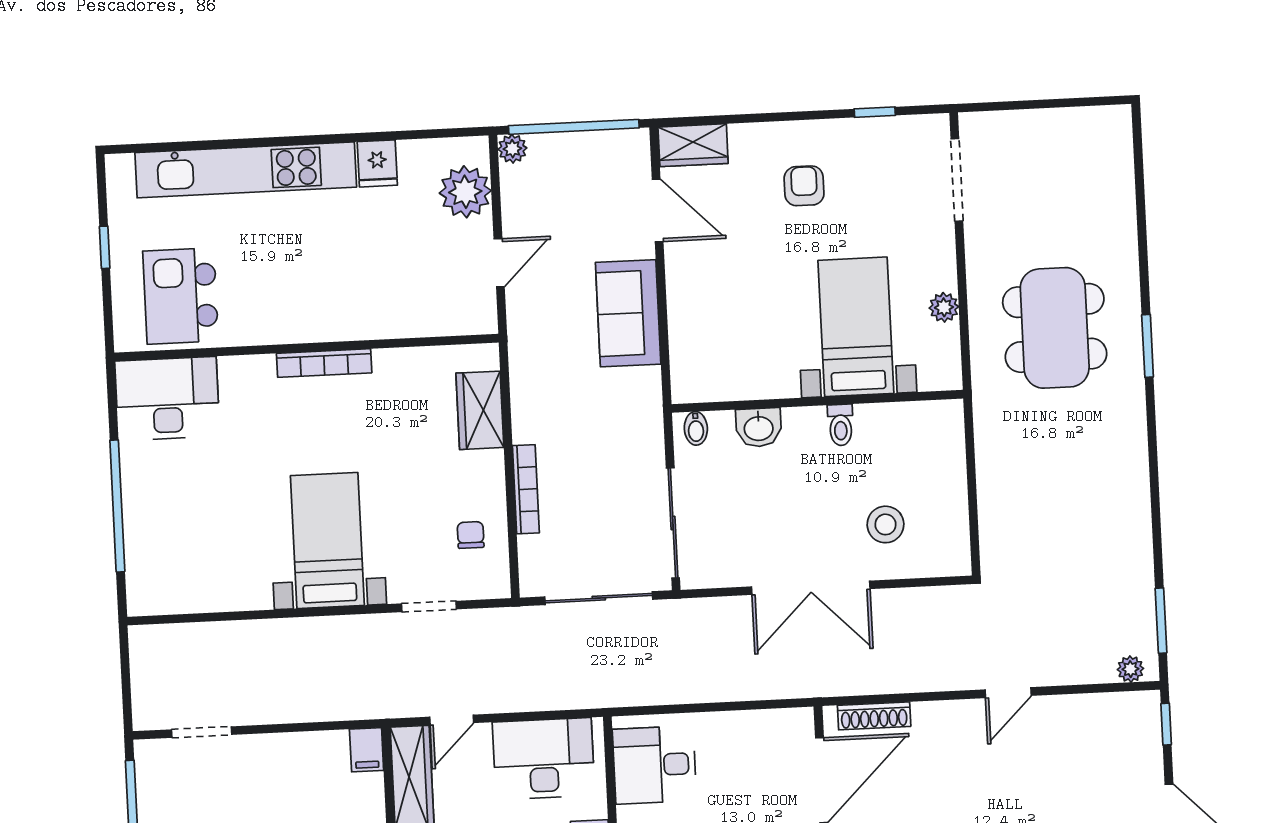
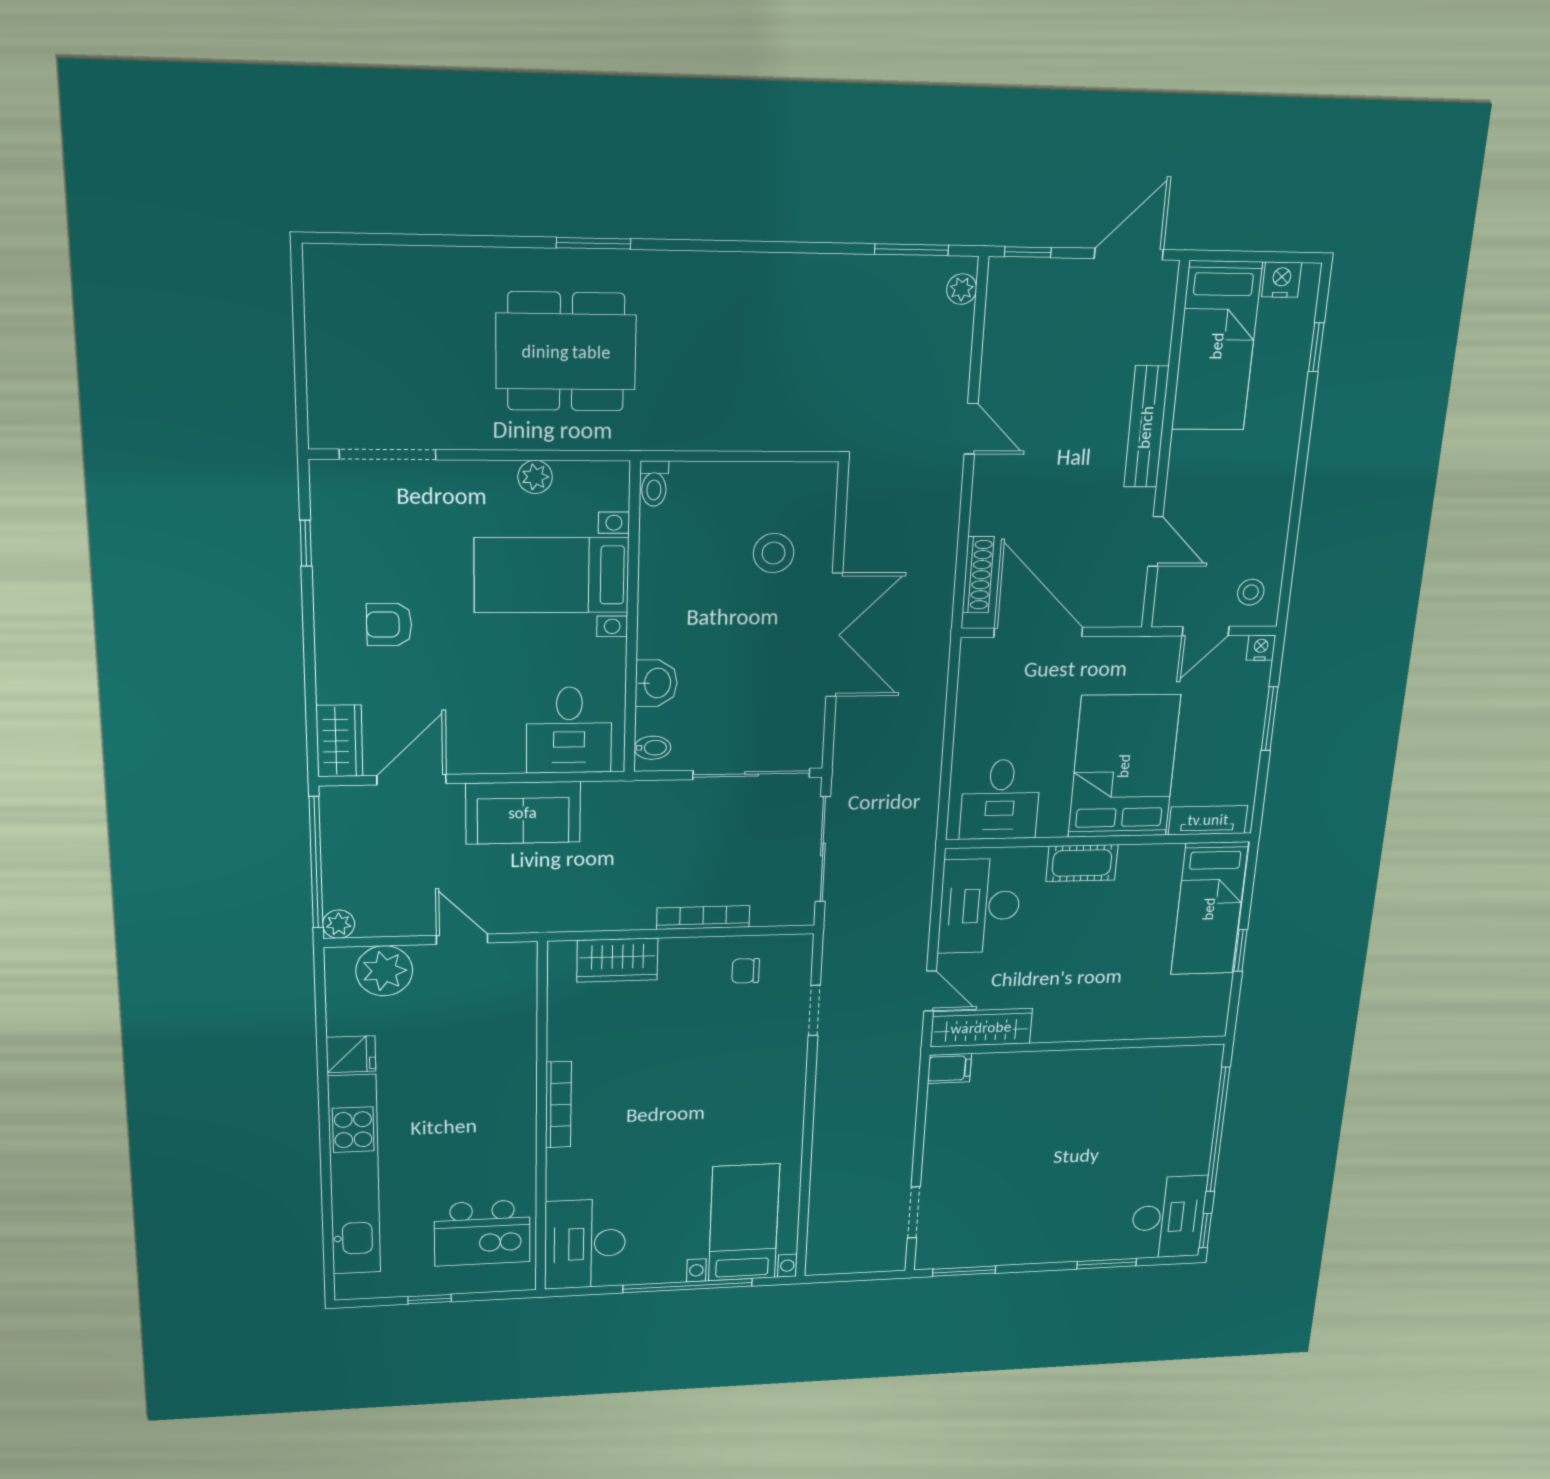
desk: (710, 351) -> (569, 730), added
toilet: (841, 425) -> (654, 484), moved, turned 90
bed with nightstands: (327, 540) -> (744, 1223), moved, turned 90

